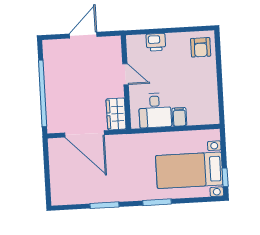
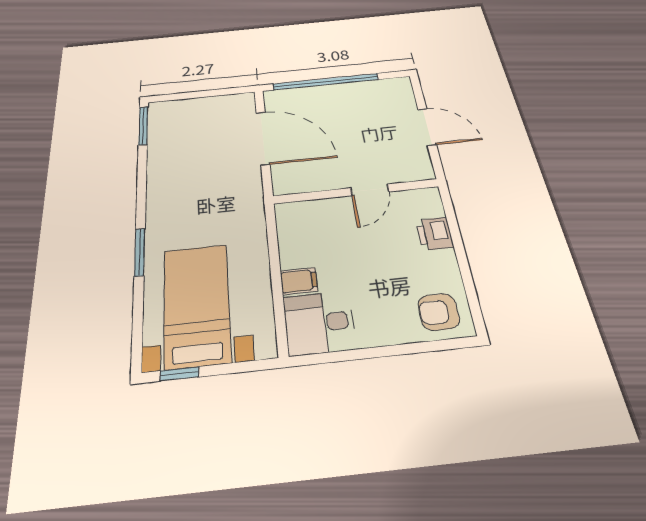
desk: (155, 110) -> (319, 323), moved
wardrobe: (116, 114) -> (299, 180), removed
door: (85, 134) -> (263, 138), swing flipped
window: (104, 205) -> (143, 126), moved

